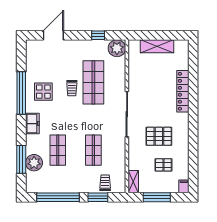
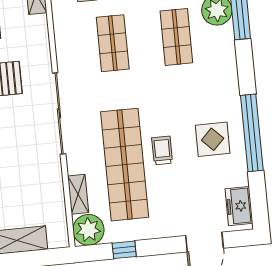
shelving: (121, 68) -> (78, 194), added
shop shelf: (93, 82) -> (125, 165), width x1.40
freezer: (32, 124) -> (239, 206), moved

